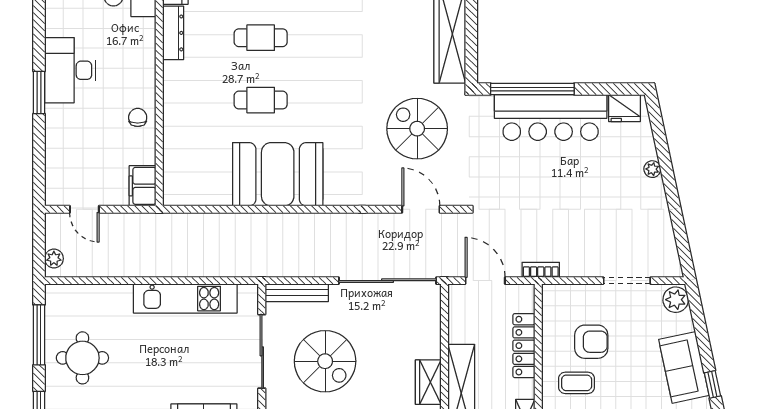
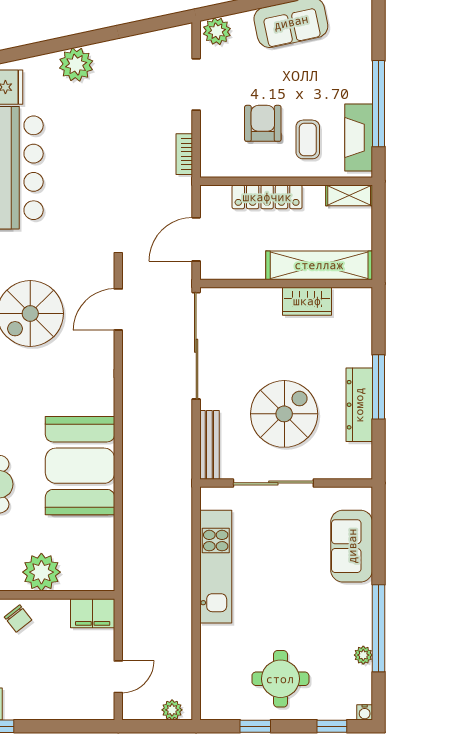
chair: (138, 117) -> (18, 618), turned -128
plant: (180, 139) -> (41, 572), added
plant: (652, 169) -> (76, 65), width x1.87, depth x1.87
bookcase: (541, 270) -> (184, 154), moved
window: (39, 335) -> (255, 726), width x0.46

